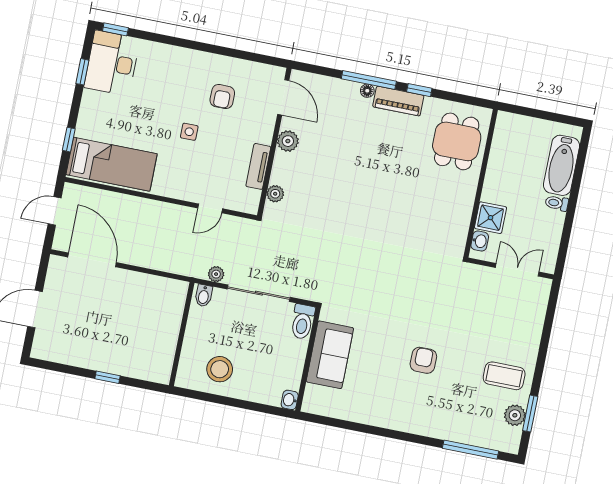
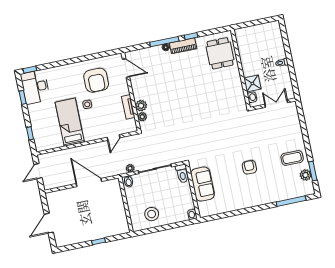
armchair: (222, 97) -> (96, 80), width x1.88, depth x1.88
plant: (288, 141) -> (141, 106), moved
bed: (112, 164) -> (70, 122), moved, turned -90
bathtub: (561, 165) -> (276, 43), removed
door: (92, 260) -> (89, 183), moved

